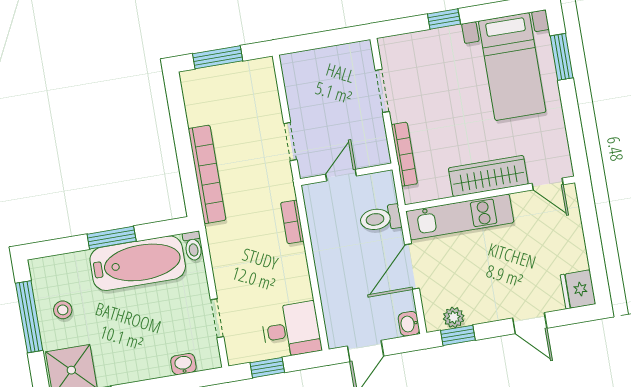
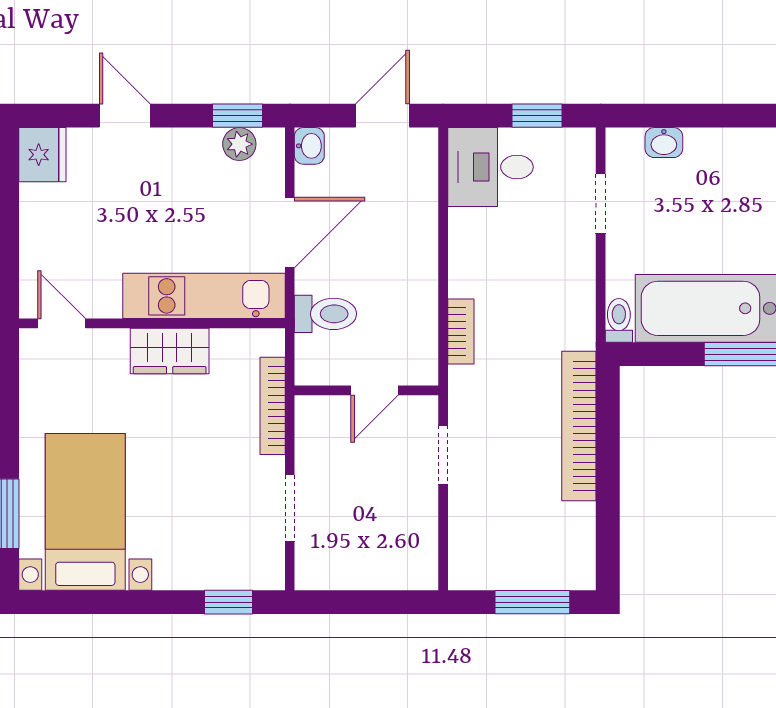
window: (444, 19) -> (229, 602), moved
wardrobe: (488, 176) -> (170, 351), width x0.67

